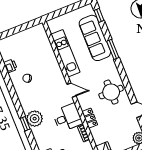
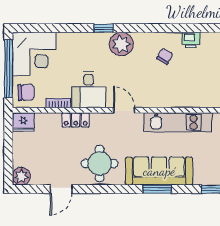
sofa: (95, 38) -> (159, 171), moved
door: (71, 90) -> (124, 110), swing flipped
plant: (35, 119) -> (121, 44), moved

